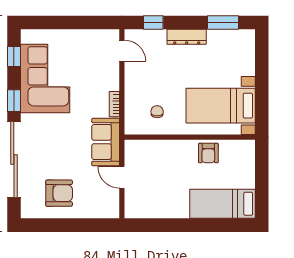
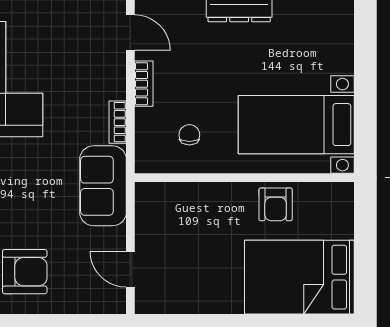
bookcase: (130, 81) -> (144, 84), added
door: (122, 177) -> (130, 269), moved
bed: (222, 204) -> (299, 277), width x1.50

